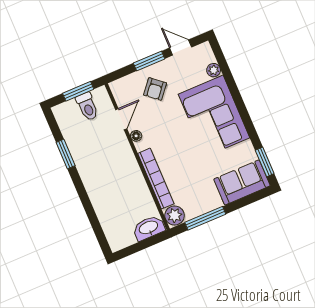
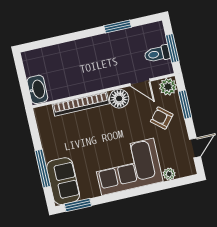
window: (149, 61) -> (185, 105), moved
floor lamp: (136, 136) -> (119, 99), width x1.89, depth x1.89
plant: (175, 215) -> (168, 87), moved
window: (205, 218) -> (43, 169), moved

